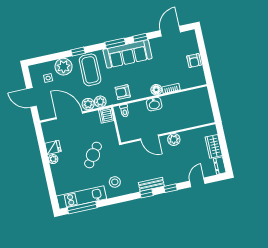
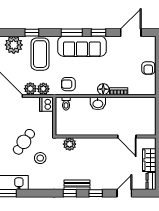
door: (149, 138) -> (127, 137), moved
plant: (174, 139) -> (70, 144), moved
stool: (115, 182) -> (40, 158), moved

